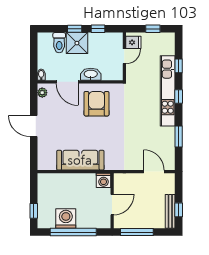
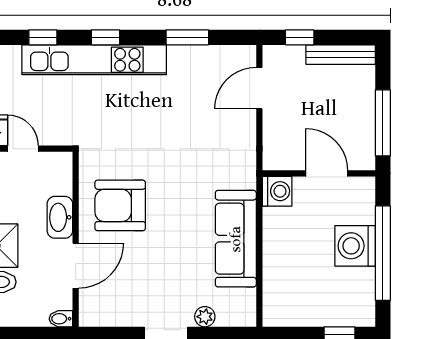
plant: (42, 93) -> (205, 317), moved
window: (179, 210) -> (300, 37), moved
washing machine: (66, 218) -> (355, 246), moved

